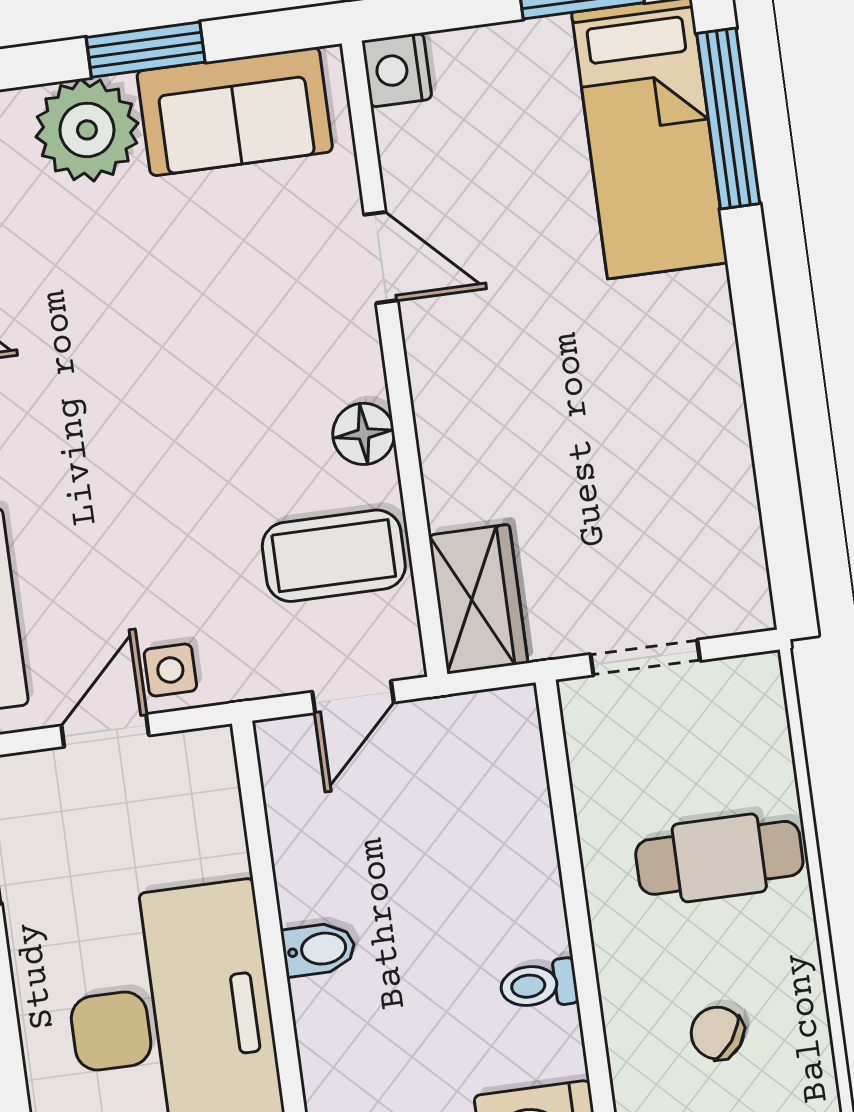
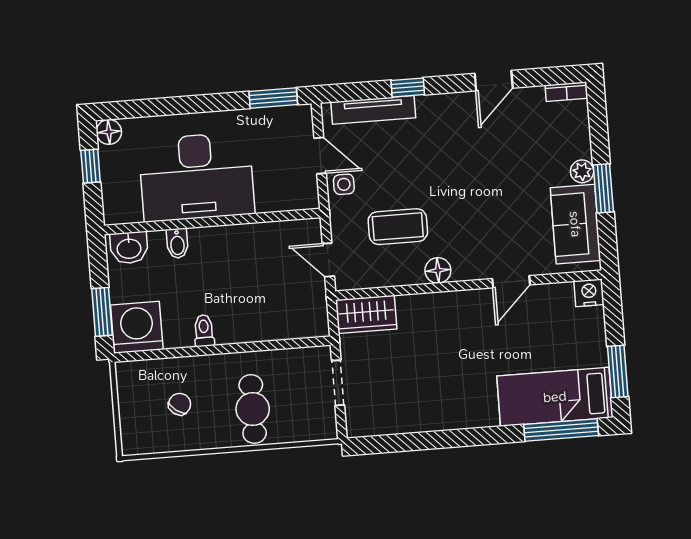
plant: (87, 130) -> (582, 171), width x0.53, depth x0.53
coffee table: (334, 556) -> (398, 227), moved, turned 90
bidet: (319, 949) -> (177, 243), moved

